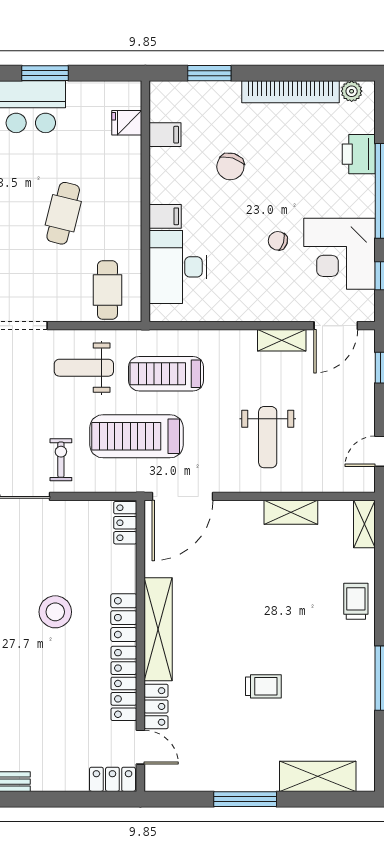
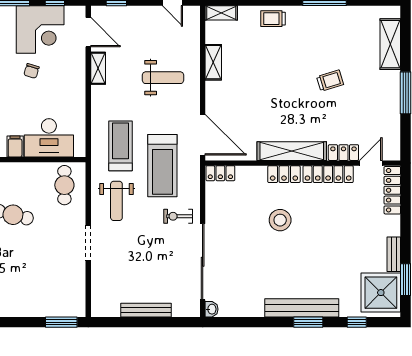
cafe table: (107, 290) -> (64, 185), turned 90
treadmill: (166, 374) -> (121, 146), turned 180
trolley: (263, 686) -> (330, 81), turned 73
locker: (112, 779) -> (392, 190), width x1.53

